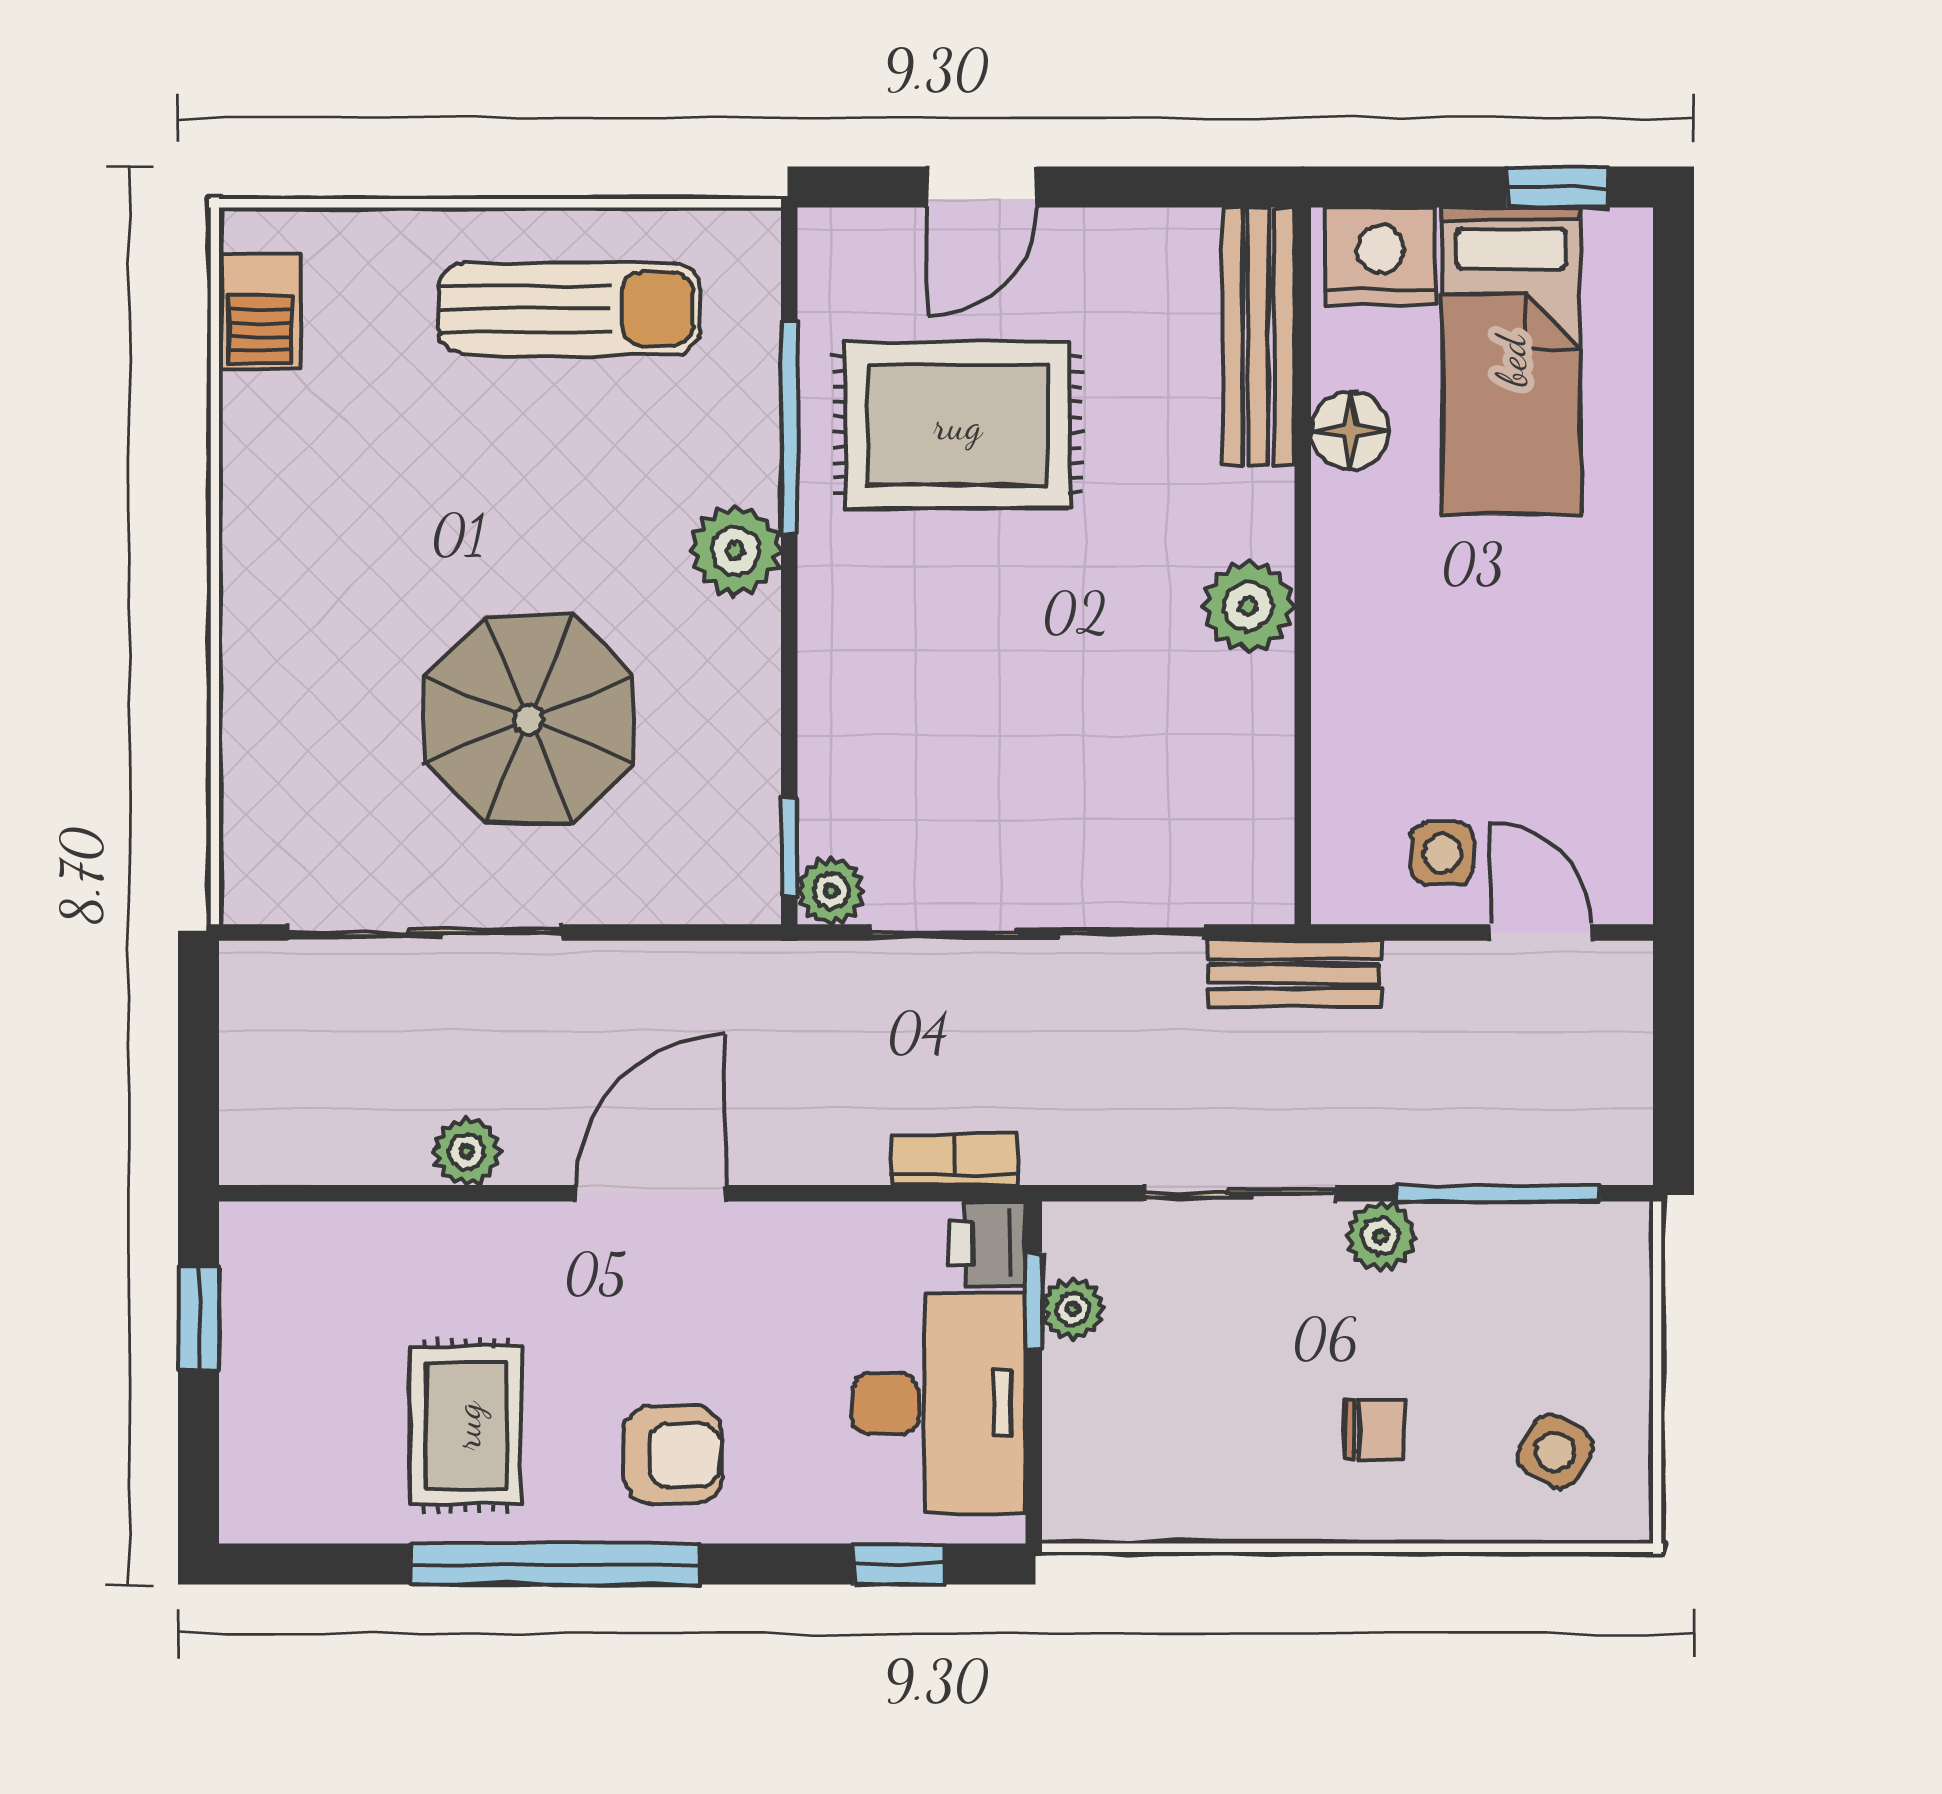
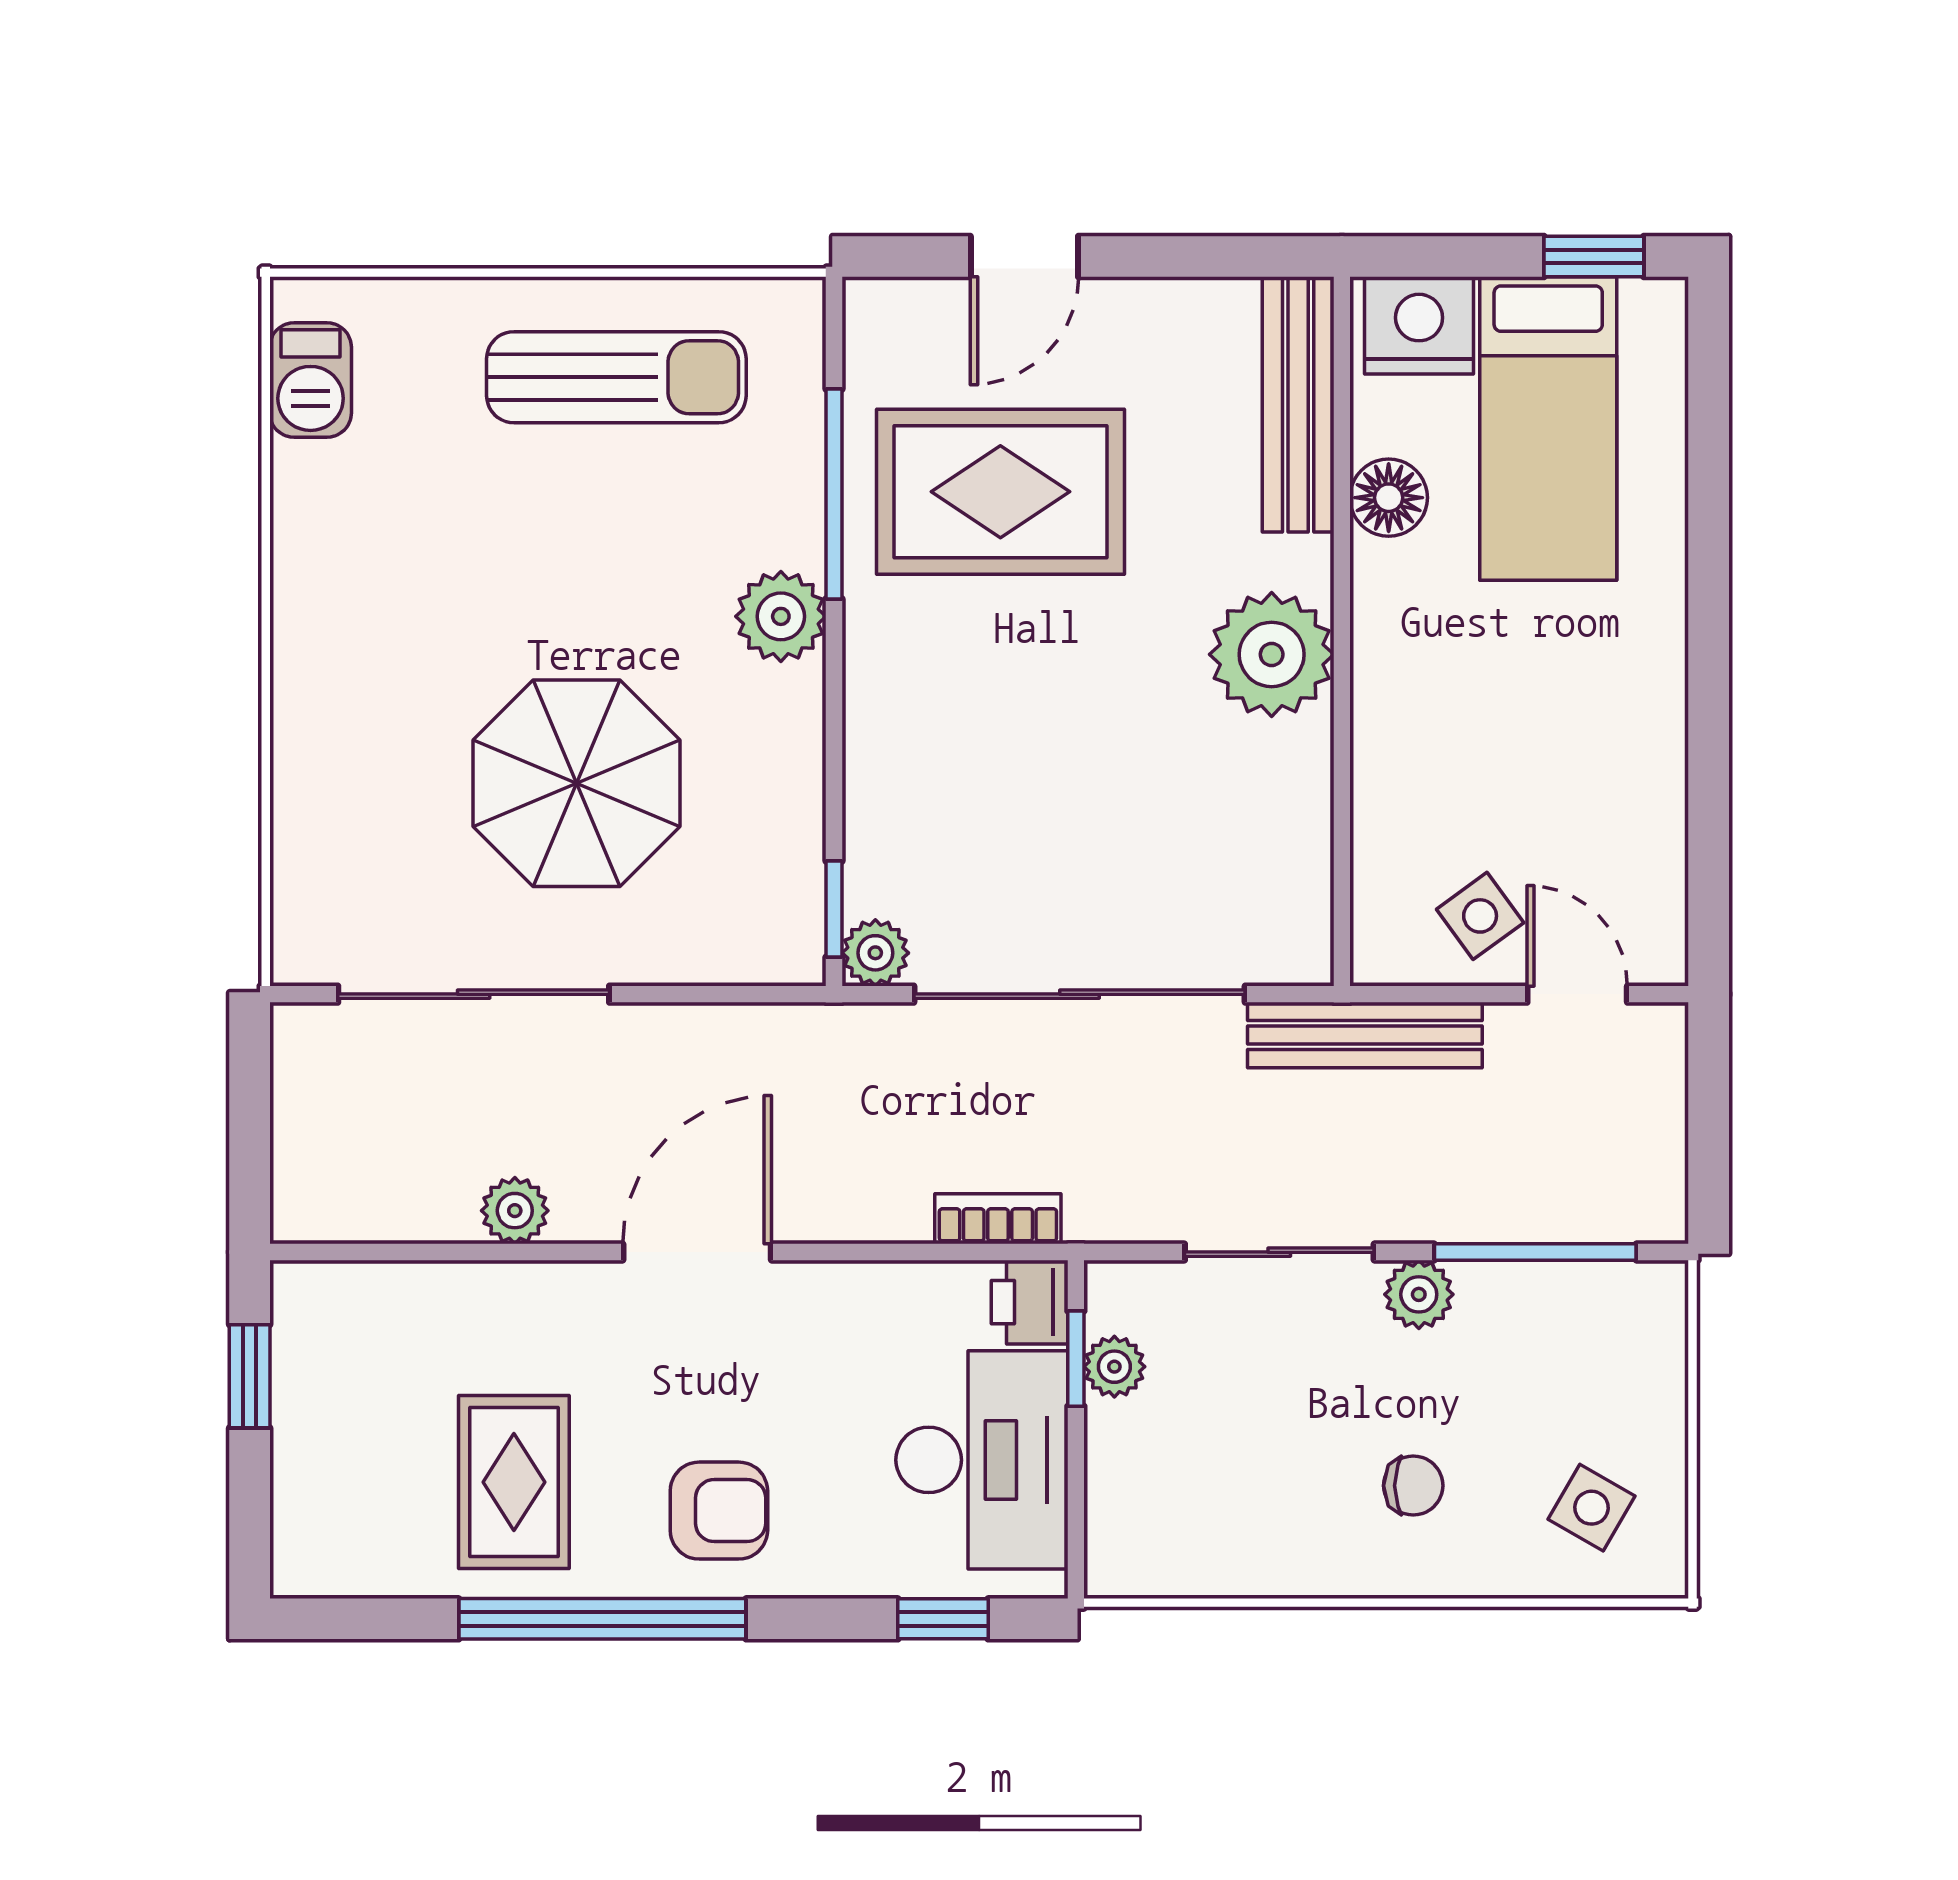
plant: (1248, 606) -> (1272, 654), width x1.36, depth x1.36
side table: (1442, 854) -> (1480, 916), turned -36
bench: (1294, 974) -> (1365, 1035), width x1.36

